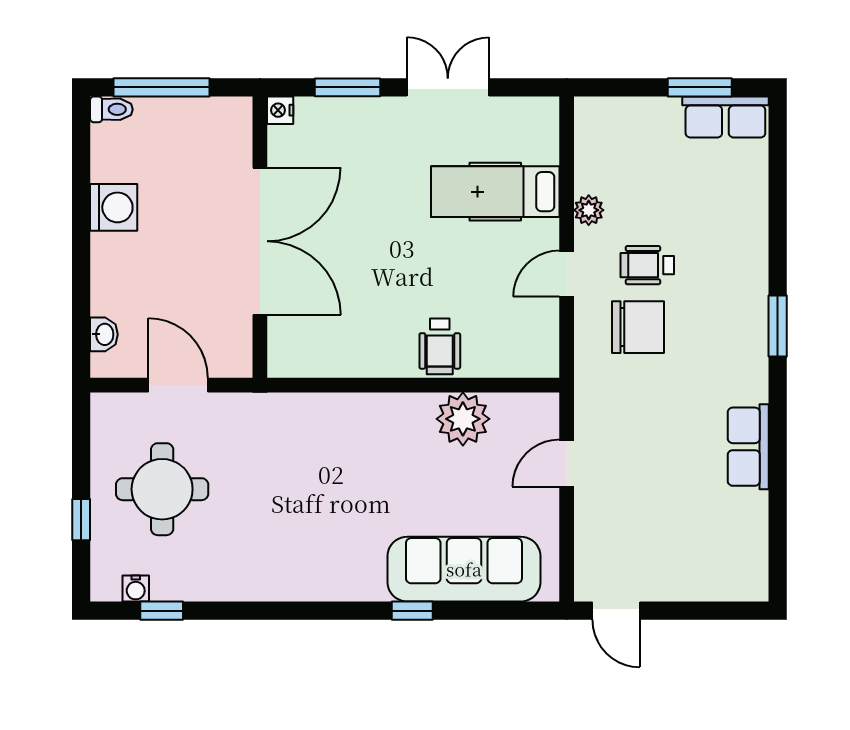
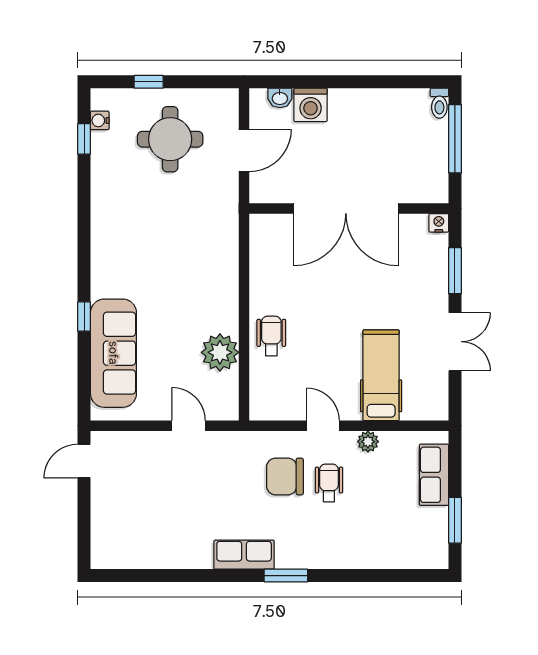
row of seats: (725, 117) -> (434, 475), moved
washing machine: (114, 207) -> (311, 105), moved
chair: (638, 327) -> (285, 476), turned 90
wheelchair: (440, 346) -> (271, 336), turned 90
row of seats: (748, 447) -> (244, 555), moved

